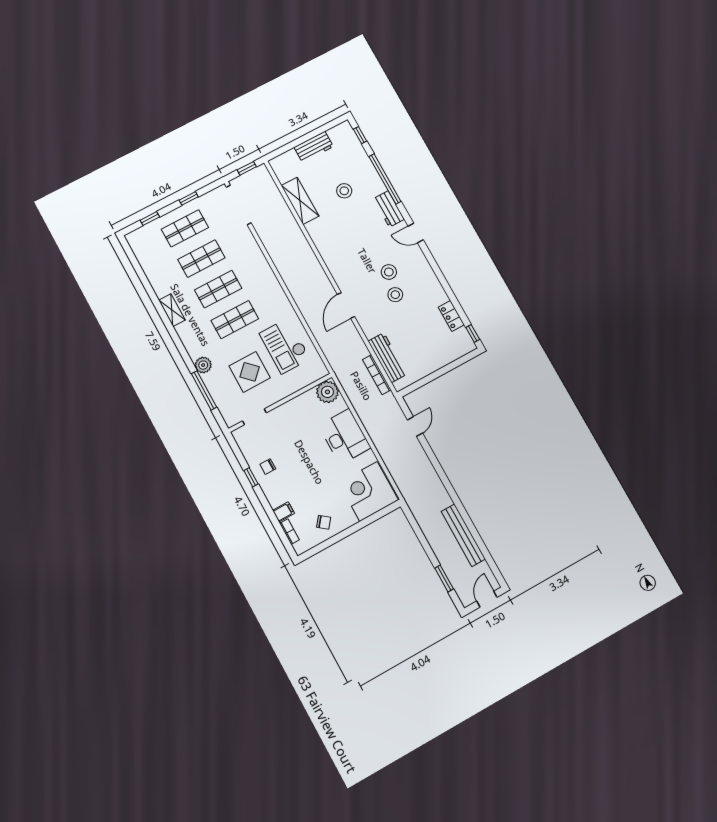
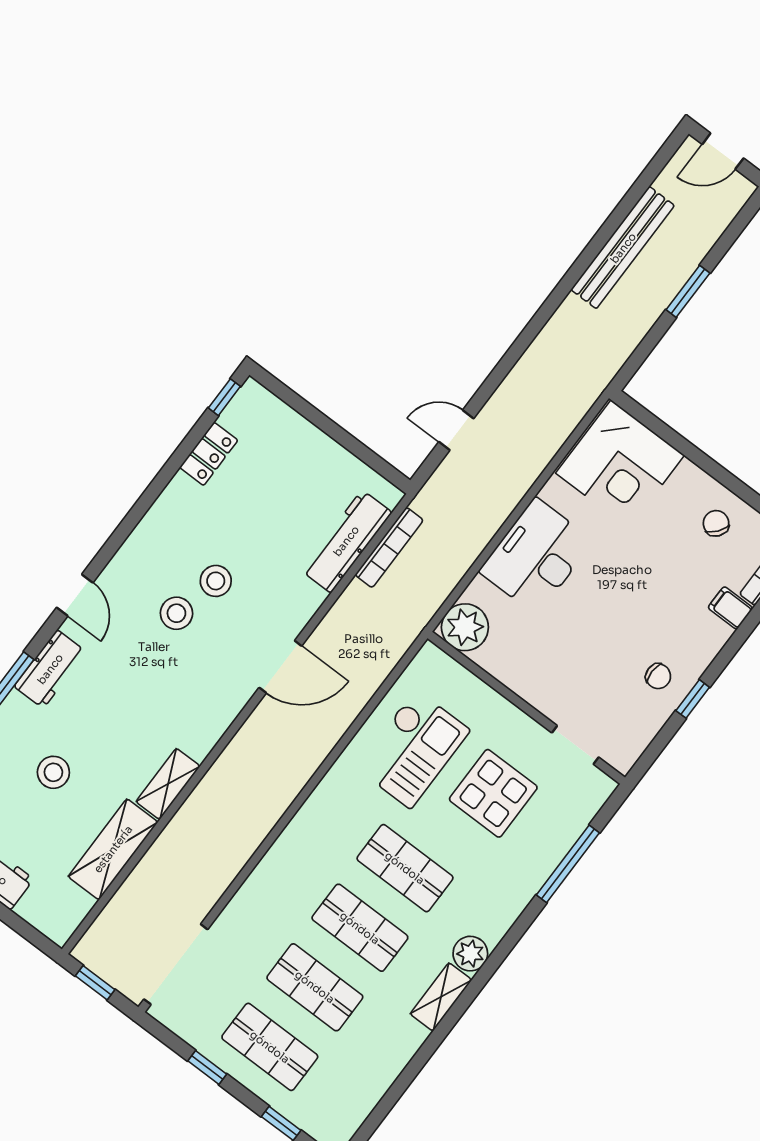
shelving: (317, 236) -> (168, 784), added
plant: (203, 365) -> (470, 954), moved
window: (444, 579) -> (688, 291), moved

